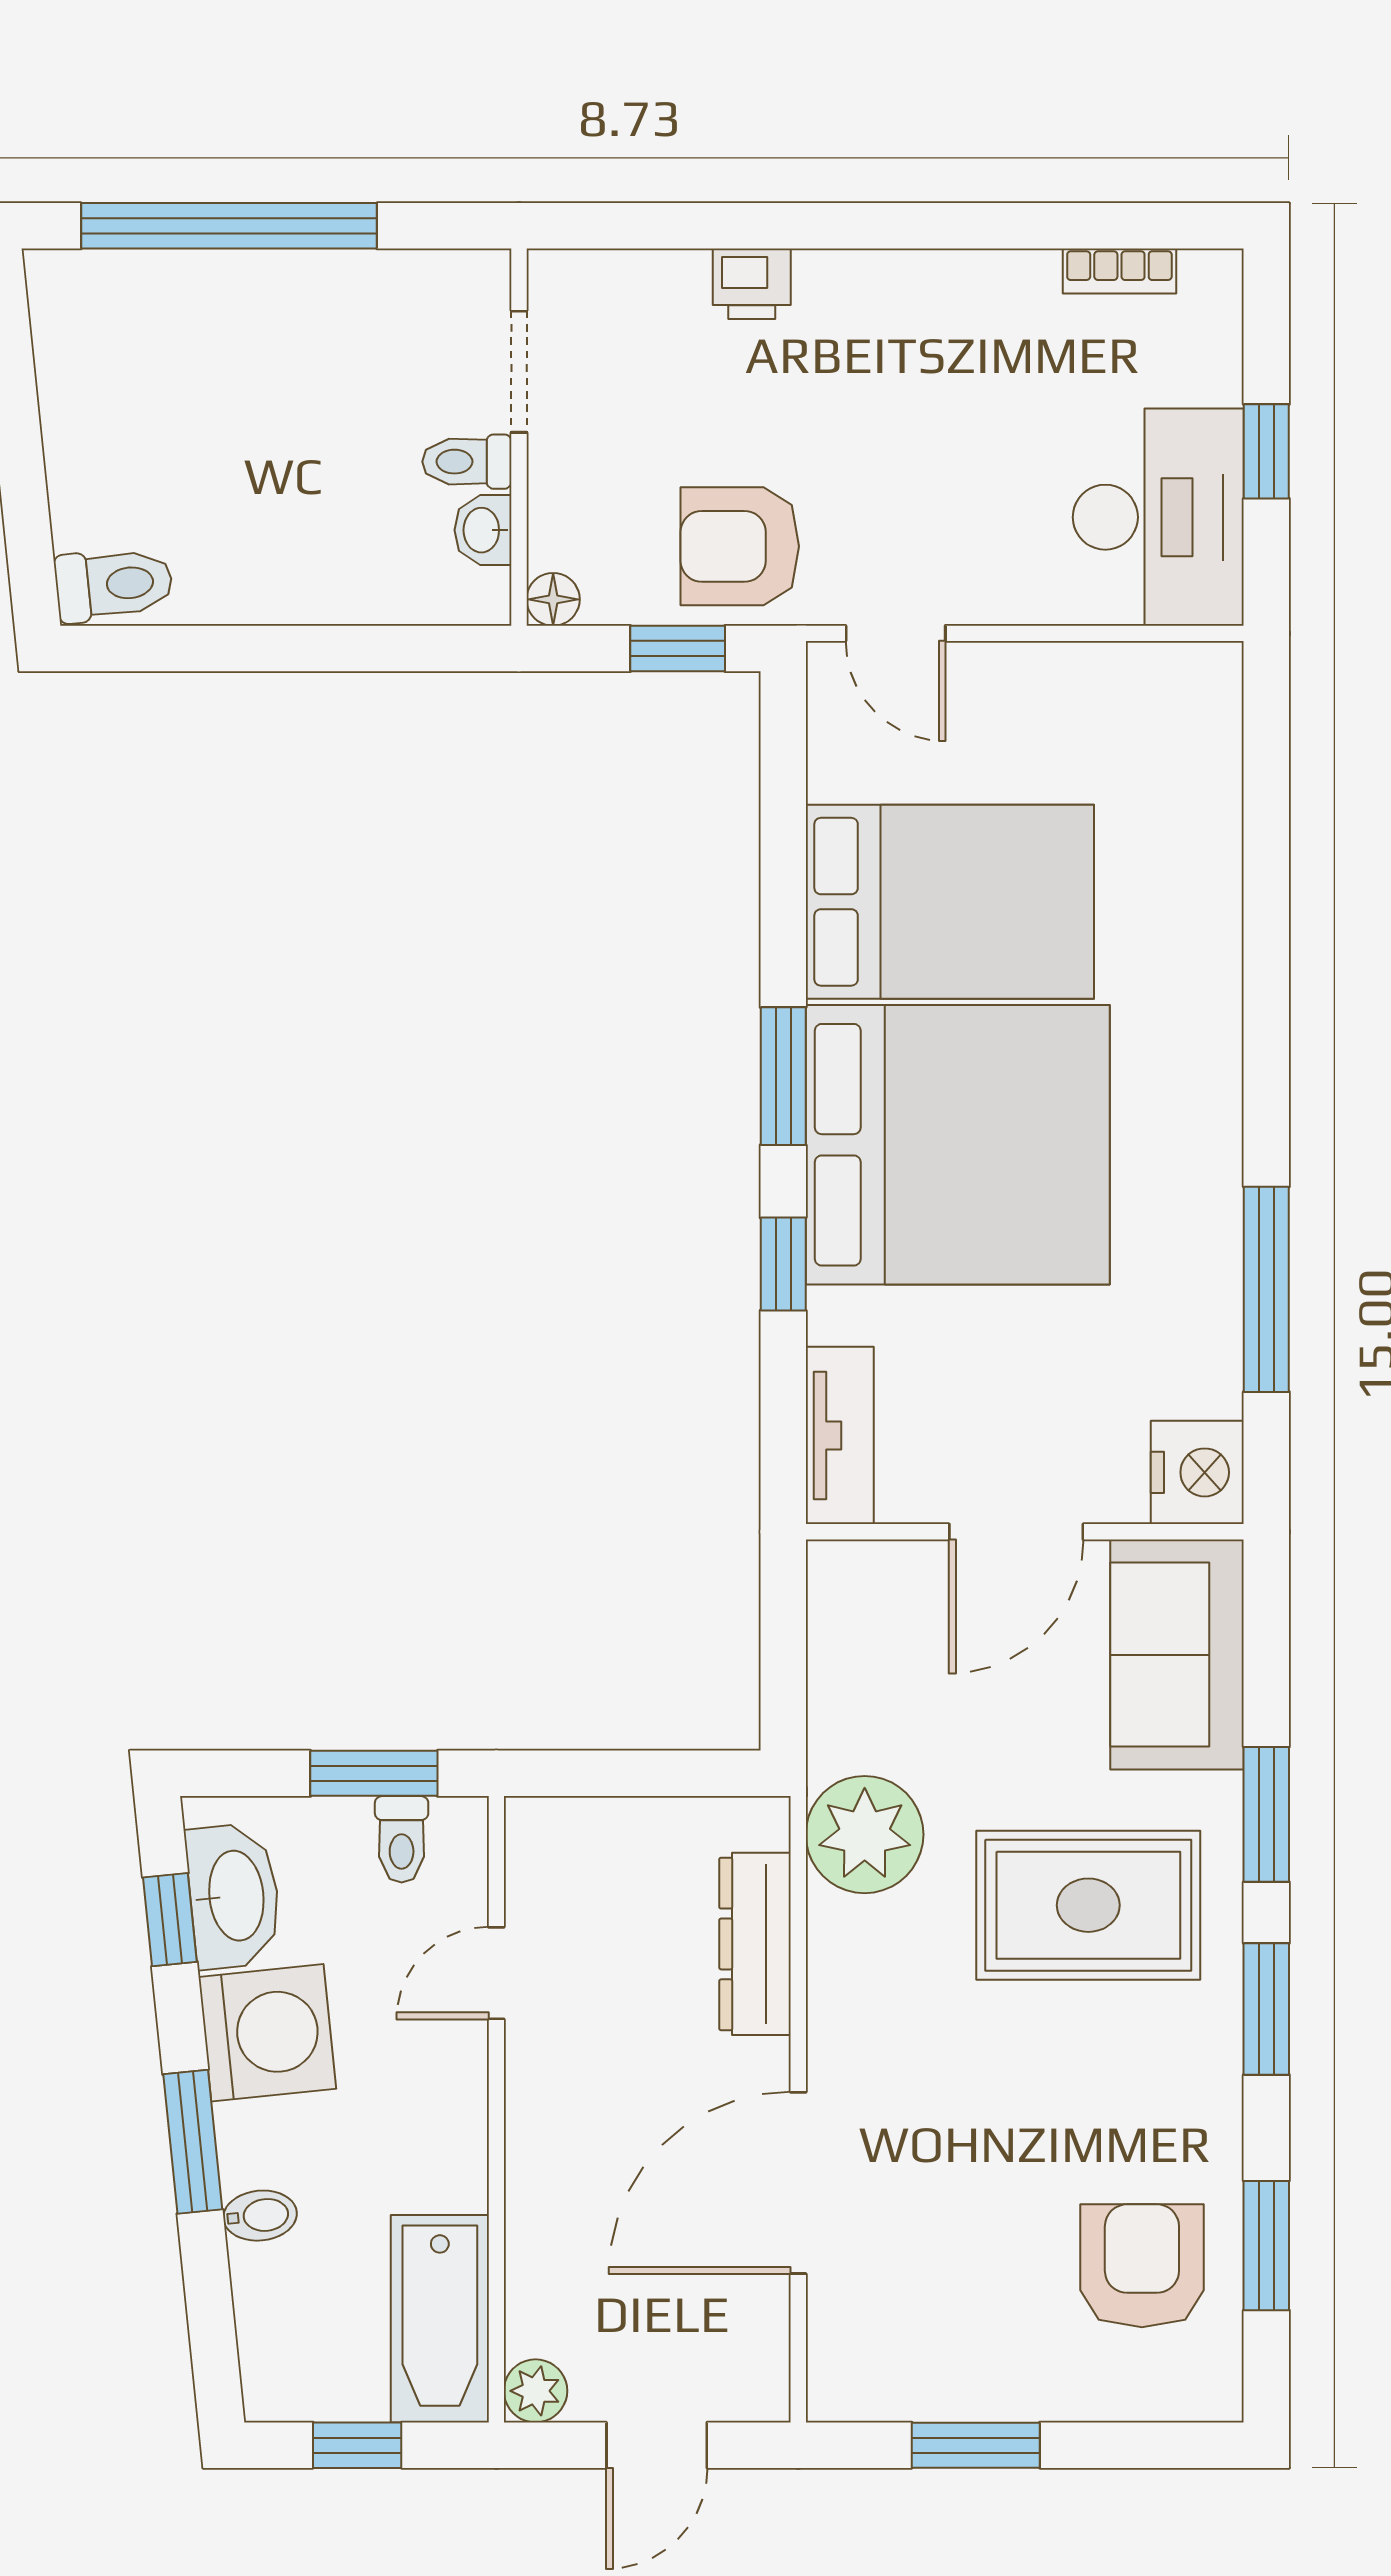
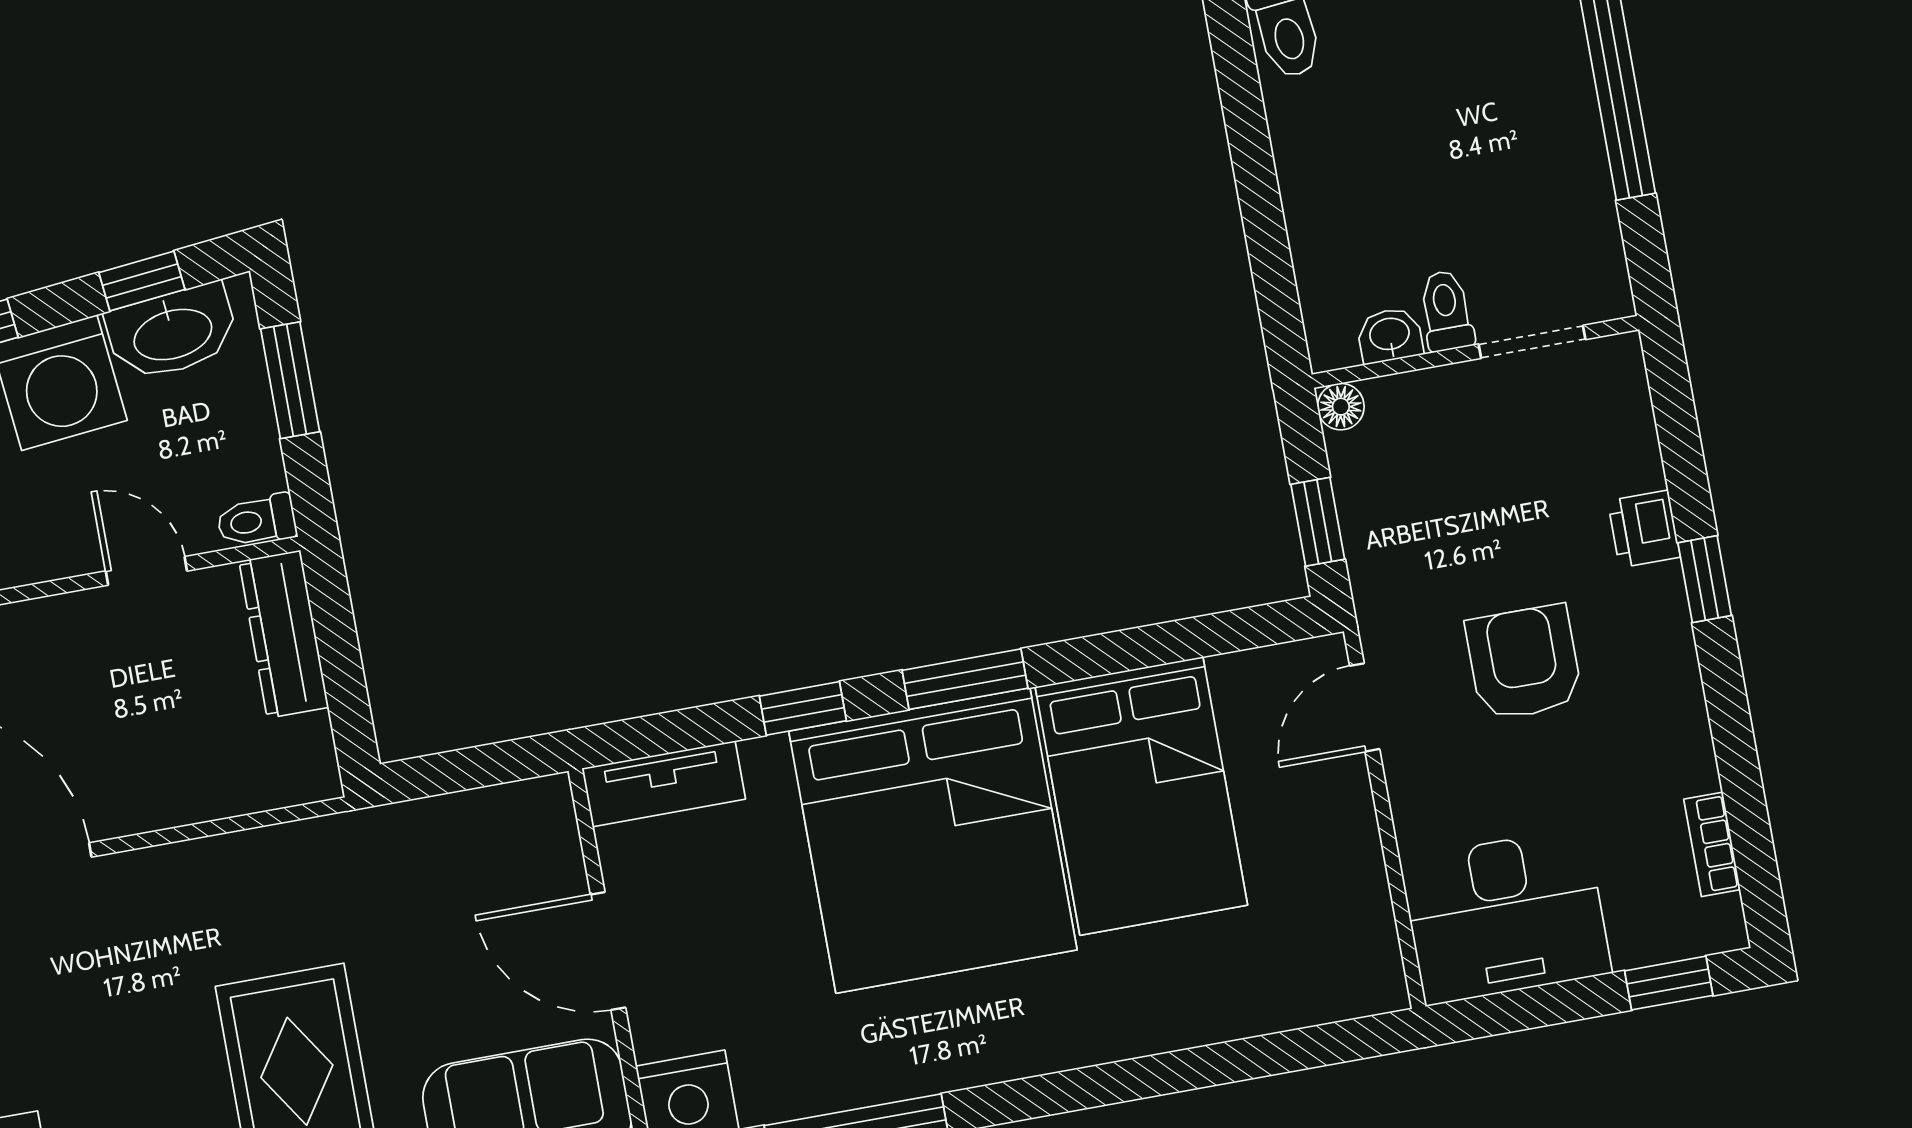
window: (820, 226) -> (1705, 579), added
window: (1266, 451) -> (1669, 983), moved
armchair: (740, 546) -> (1524, 663), moved
window: (374, 1773) -> (290, 380), moved
plant: (865, 1835) -> (323, 867), removed
toilet: (402, 1839) -> (257, 521), moved
dresser: (755, 1944) -> (284, 634), moved, turned -90

